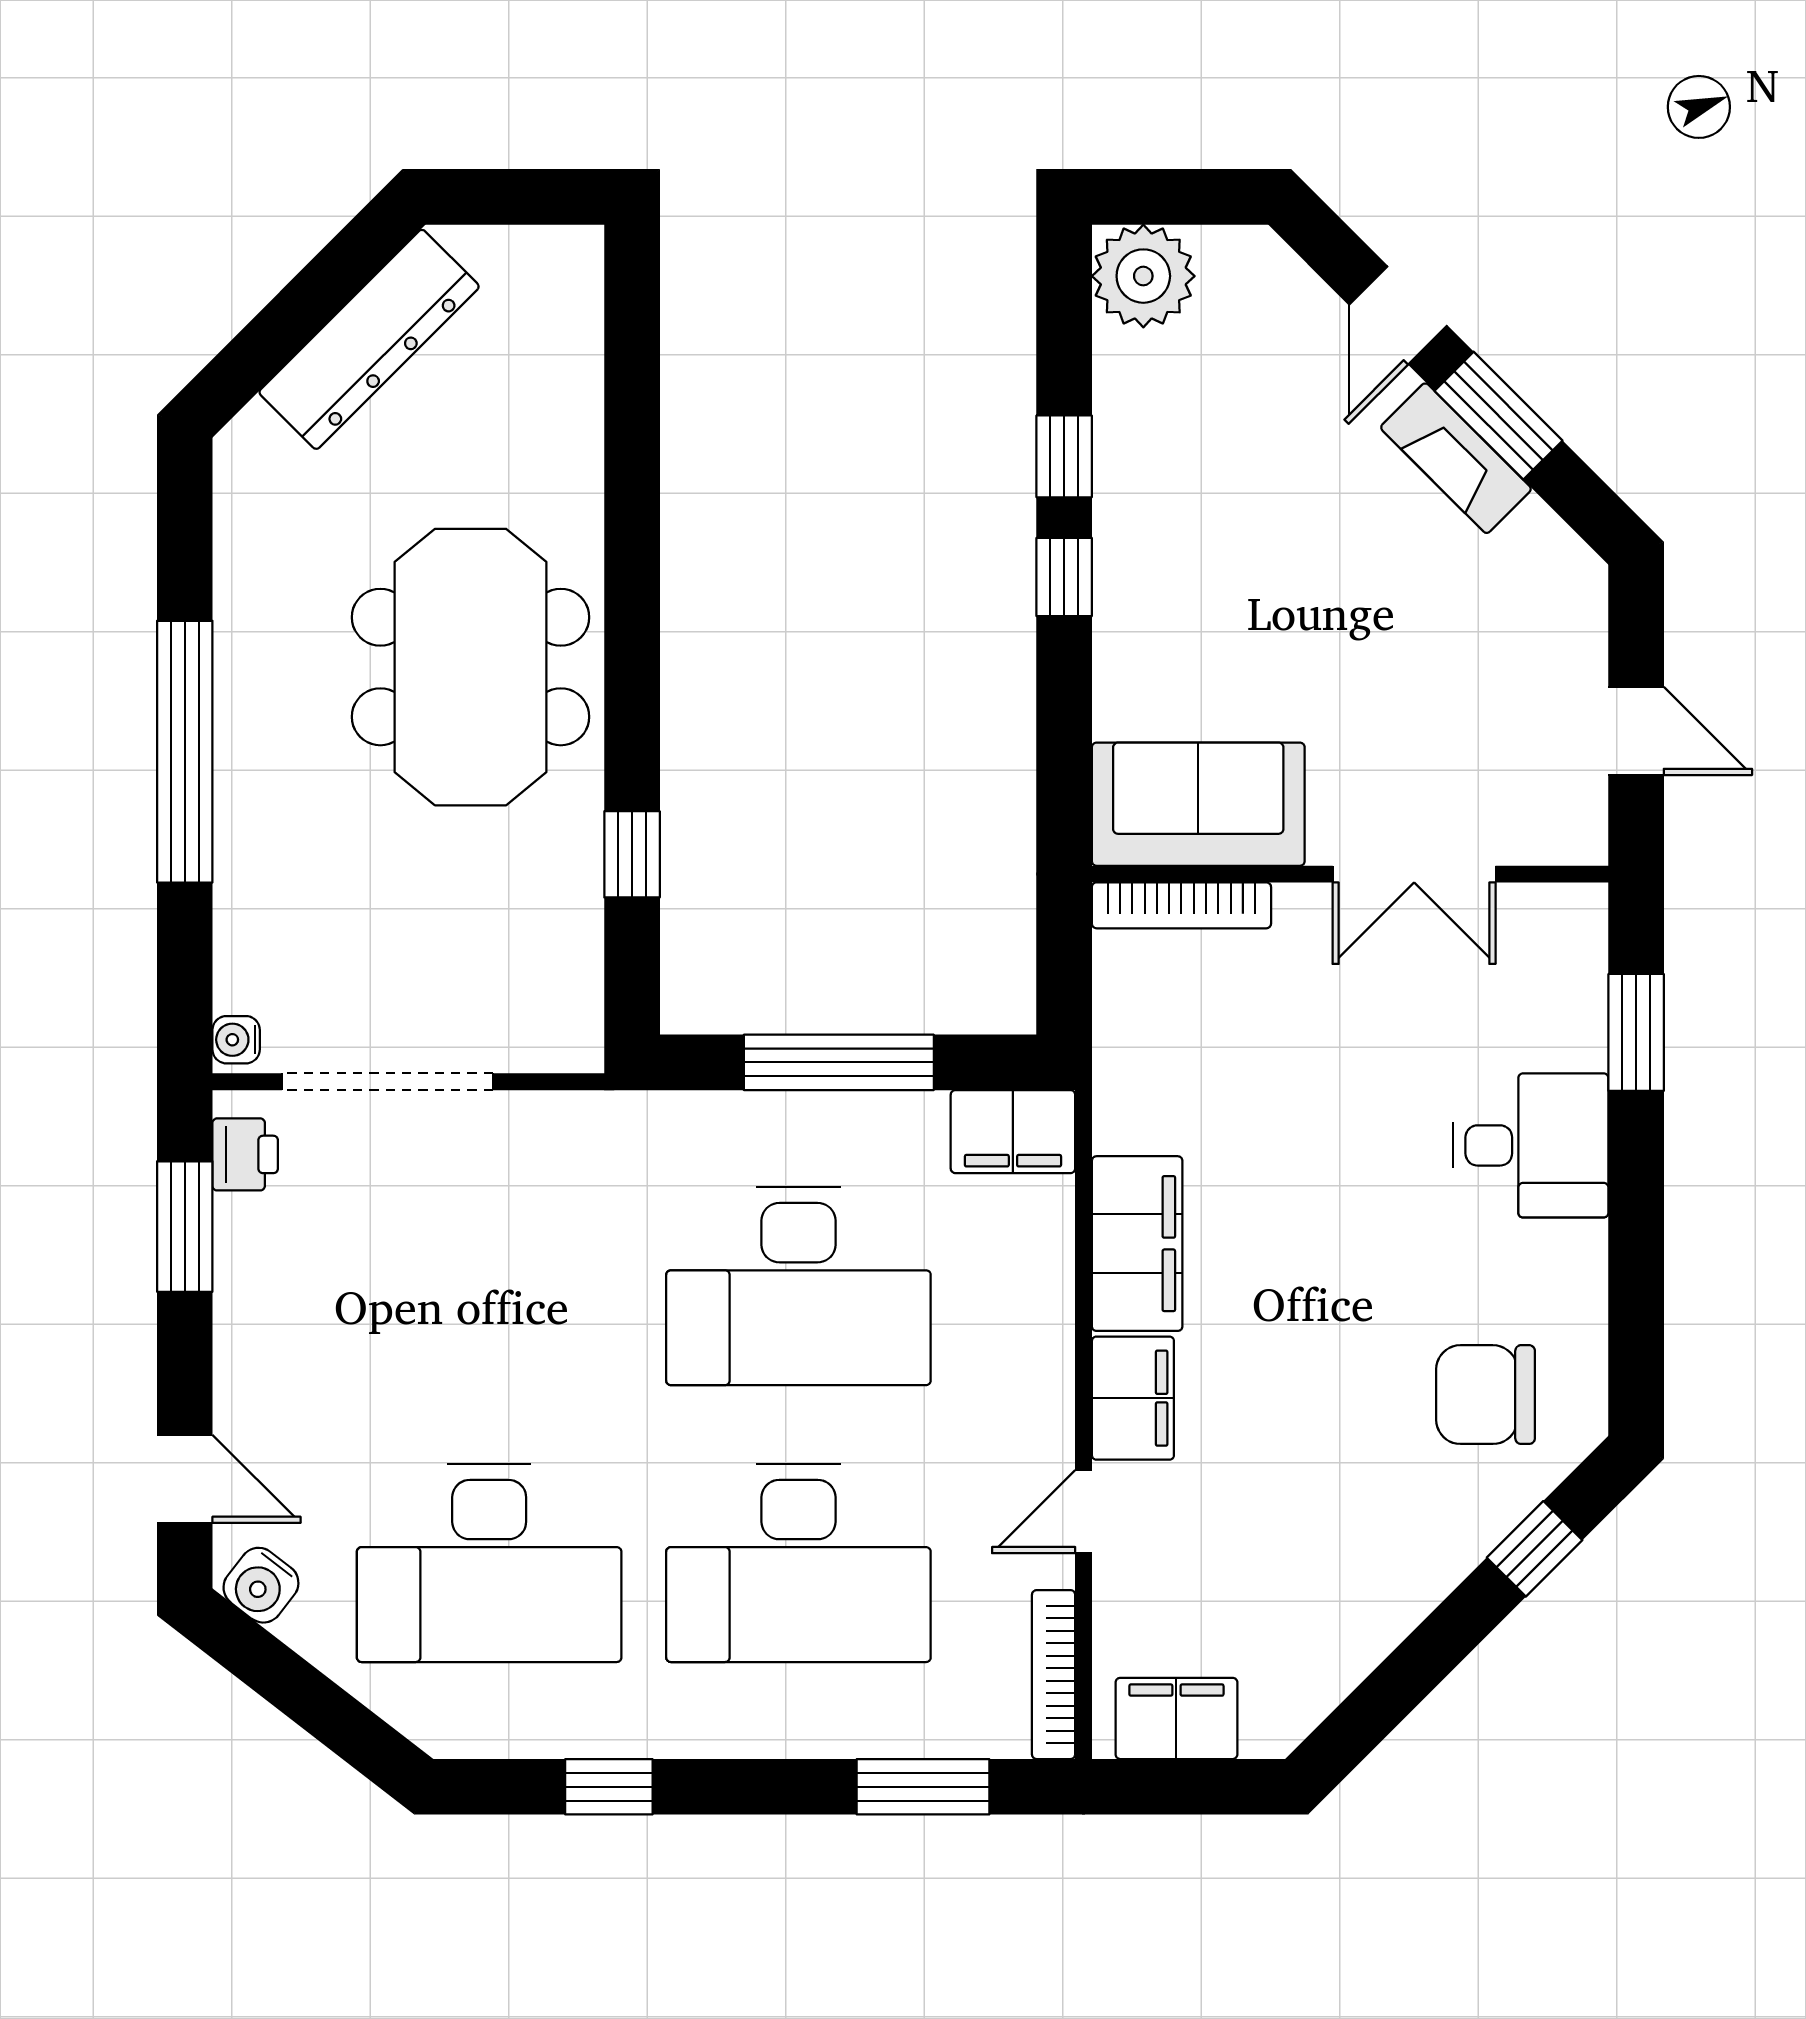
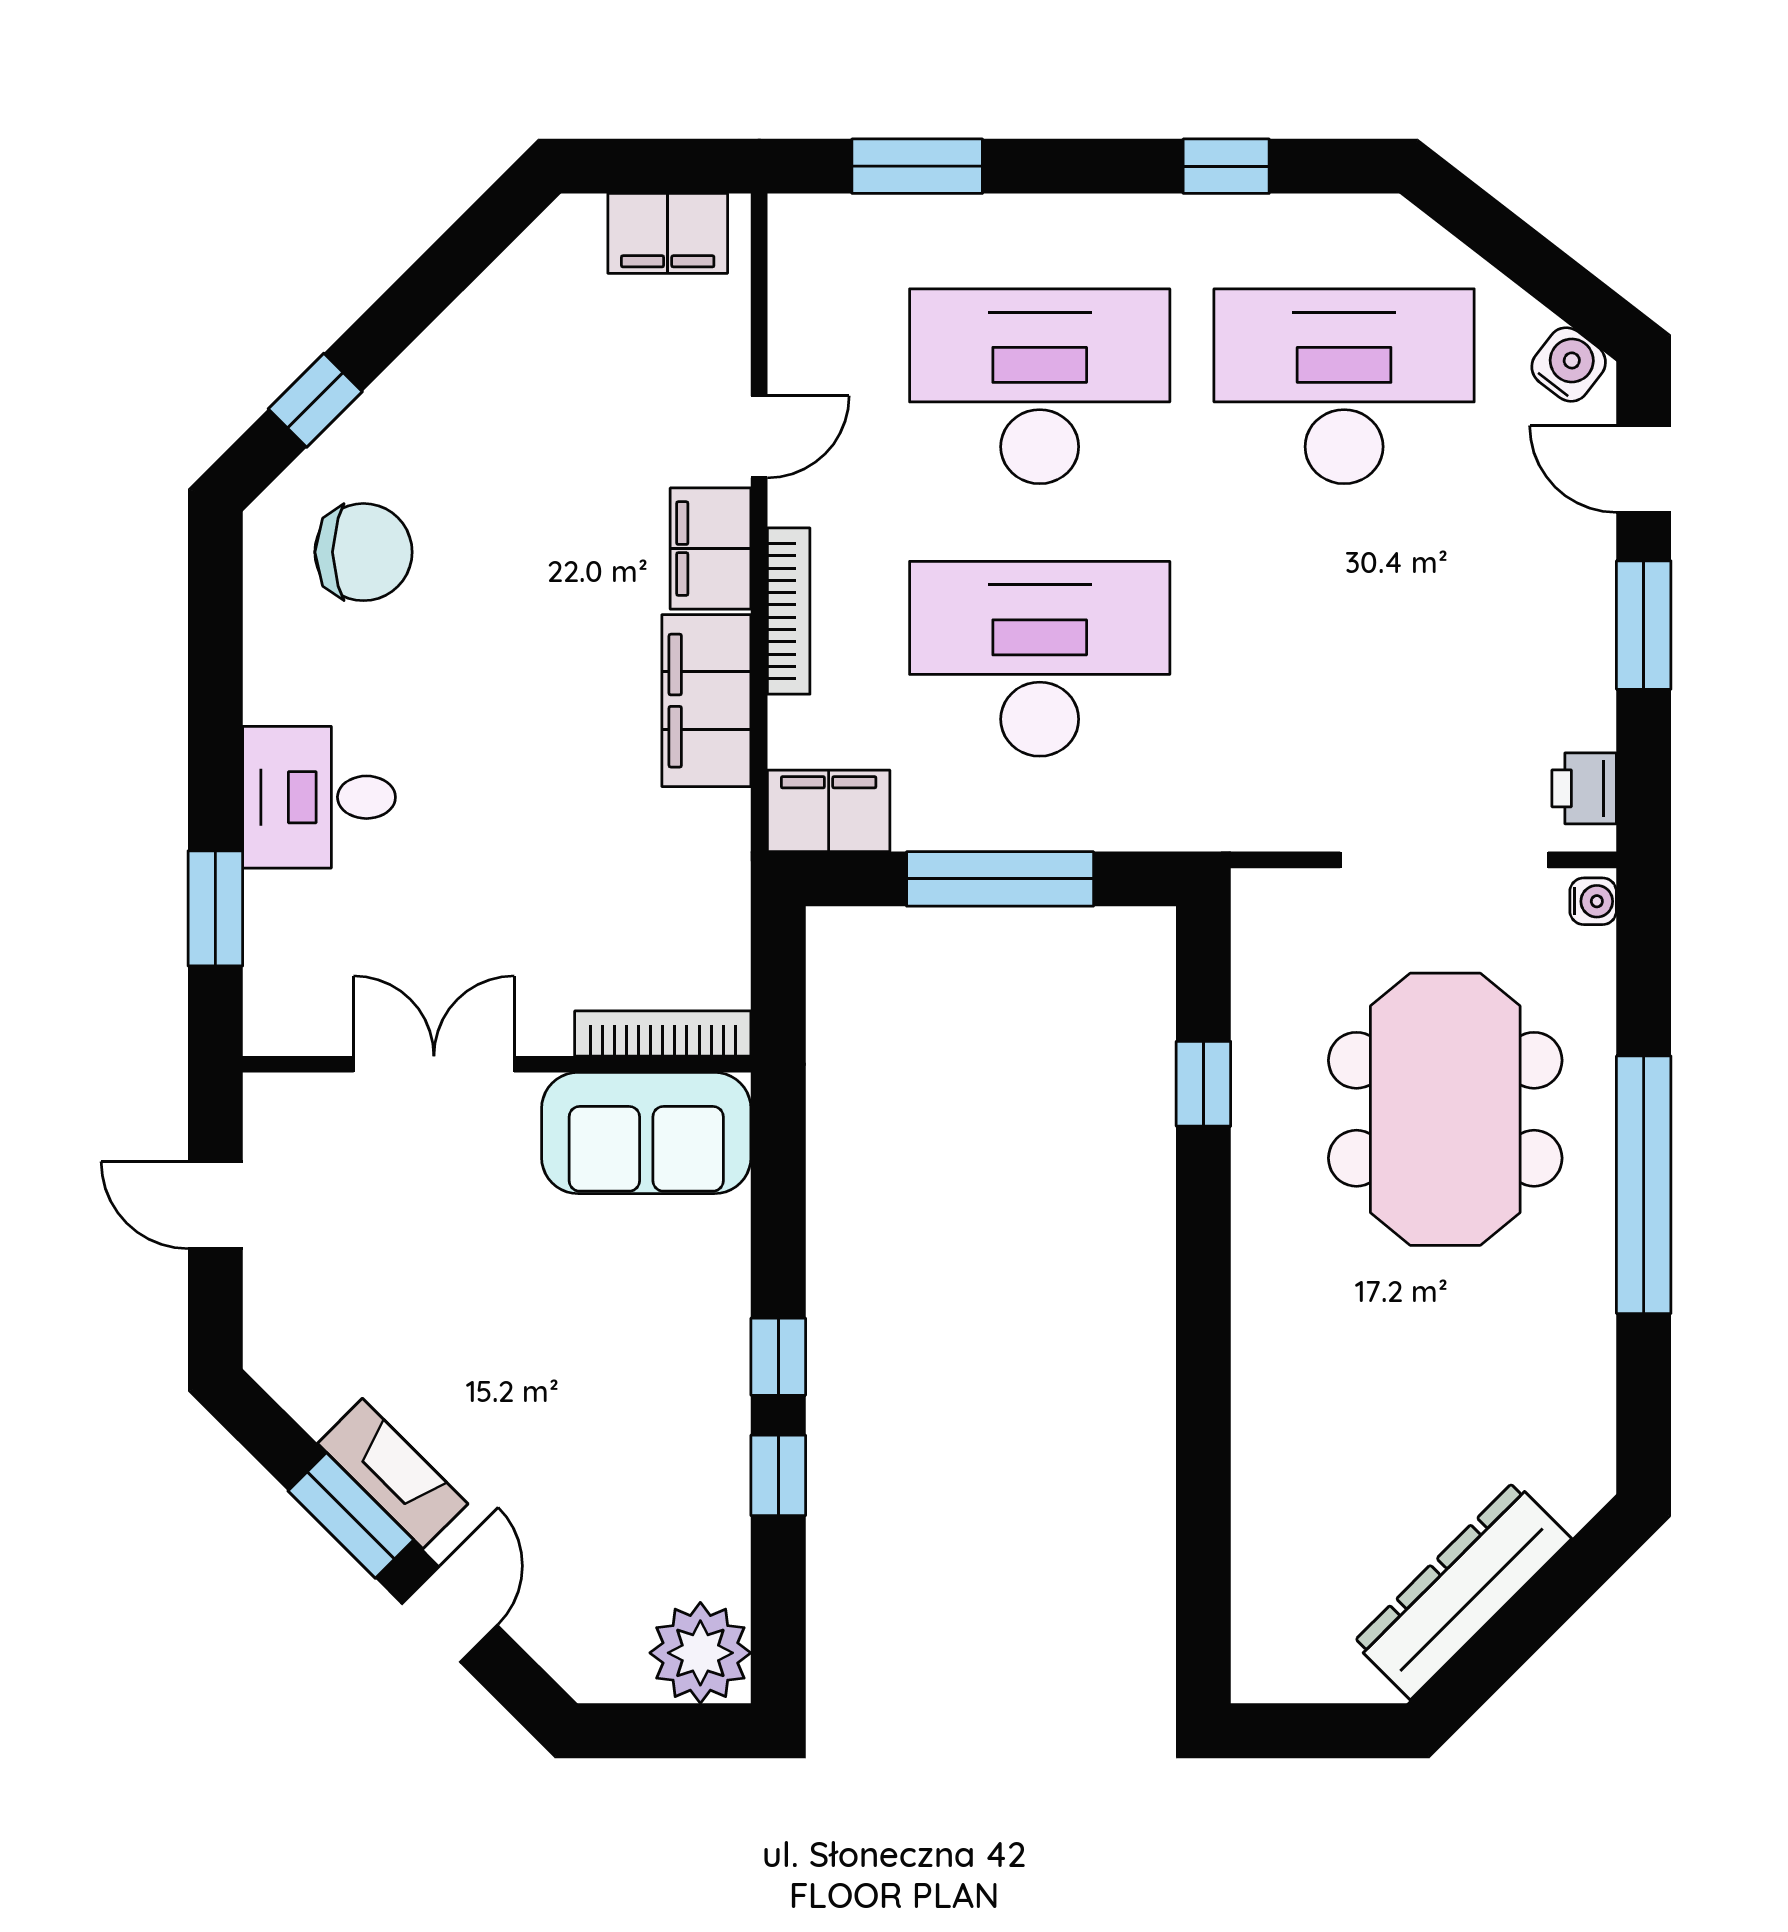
meeting table: (471, 667) -> (1445, 1109), moved
window: (185, 1227) -> (1644, 625), moved
bookcase: (1054, 1675) -> (789, 611), moved

